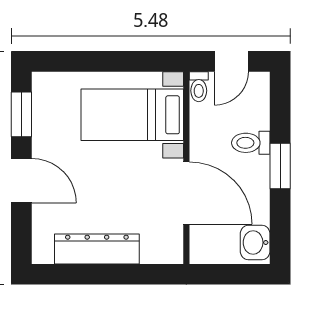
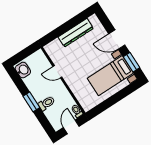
bed with nightstands: (132, 115) -> (110, 76), moved, turned 180
door: (186, 193) -> (57, 72), width x0.53

